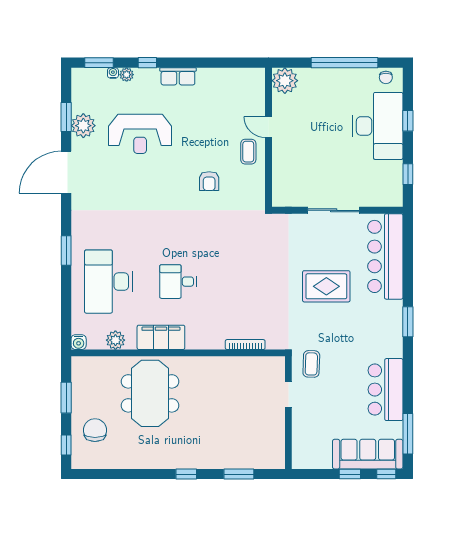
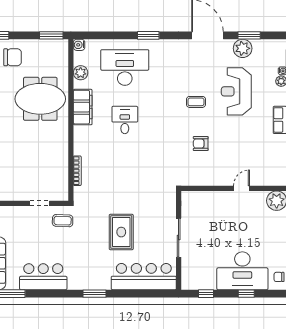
coffee table: (248, 152) -> (196, 102), moved
window: (66, 398) -> (51, 35), moved

